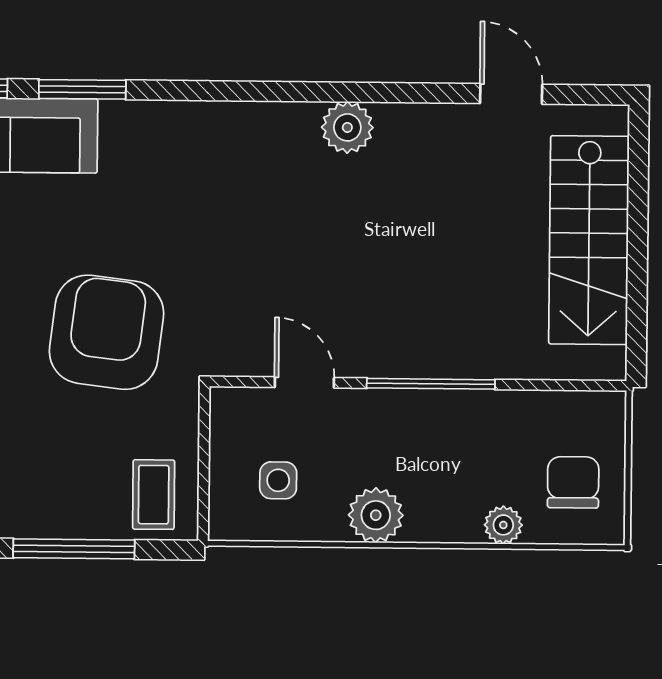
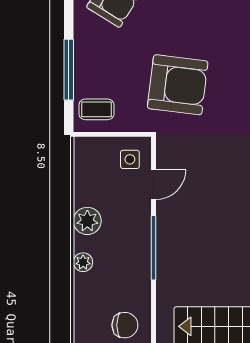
side table: (278, 480) -> (130, 159), moved
chair: (573, 482) -> (125, 325), moved
plant: (503, 525) -> (83, 262), moved

